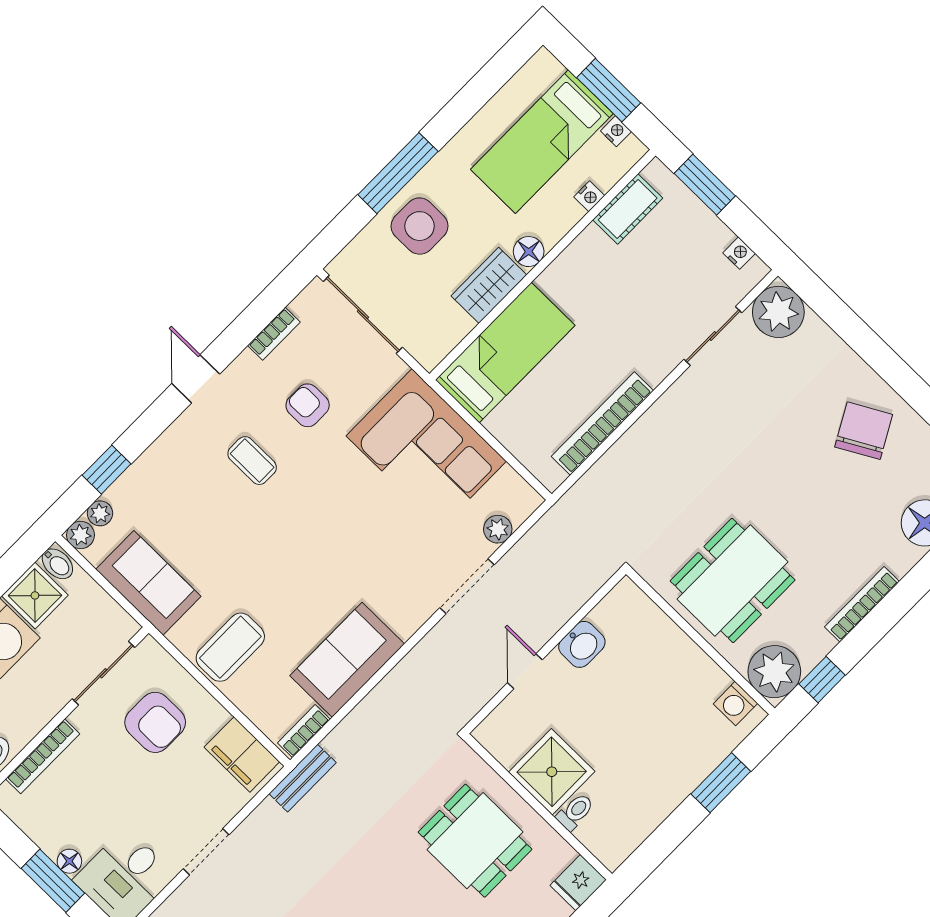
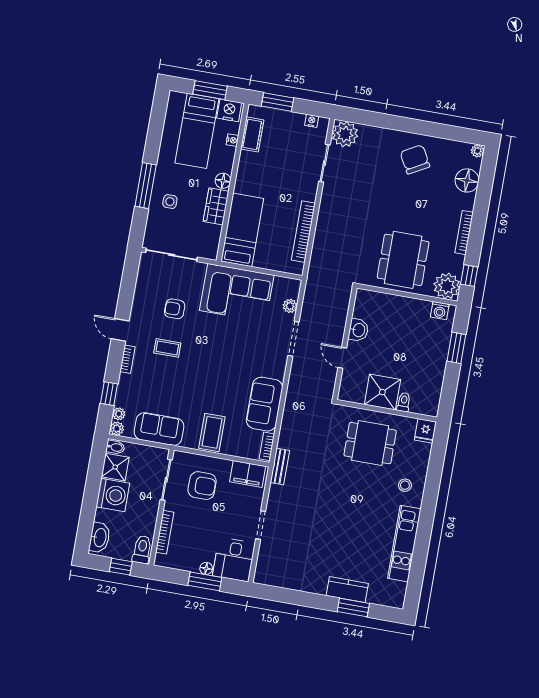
nightstand: (616, 131) -> (229, 110), width x1.89, depth x1.79
side table: (420, 226) -> (170, 202), width x0.54, depth x0.54
bookcase: (274, 334) -> (127, 359), moved

